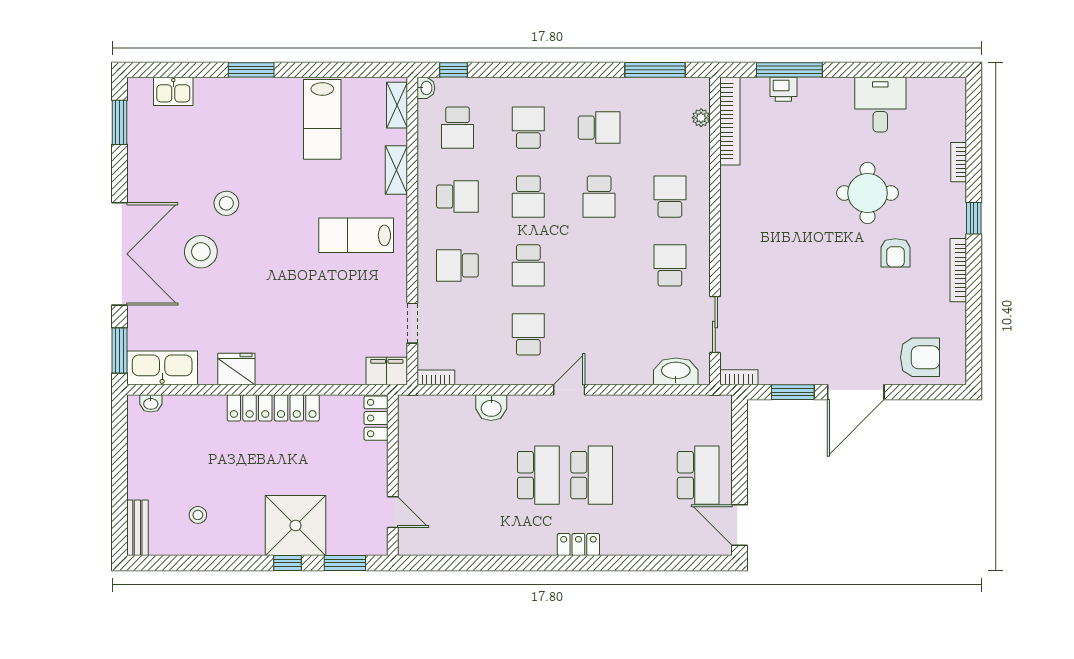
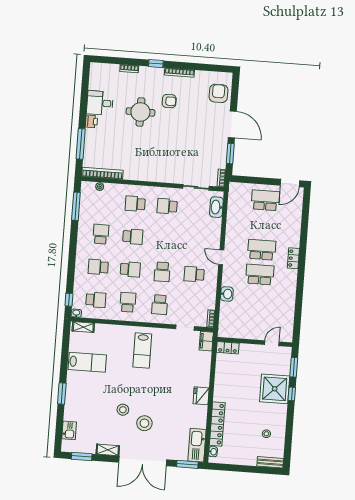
printer: (783, 89) -> (91, 121), moved
shelving: (396, 170) -> (108, 450), moved
double door: (119, 254) -> (143, 461), swing flipped
school desk: (528, 265) -> (162, 272), turned 90
fridge: (236, 369) -> (201, 396), moved
locker: (273, 408) -> (217, 424), moved

